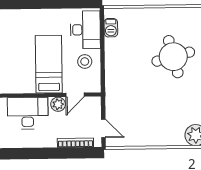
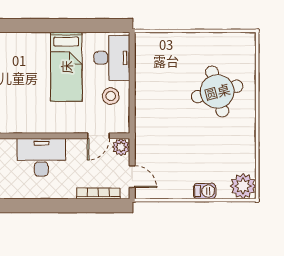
barbecue: (111, 28) -> (205, 191), moved, turned -90
bed: (49, 64) -> (66, 67), moved, turned 180
plant: (58, 104) -> (121, 147), moved

